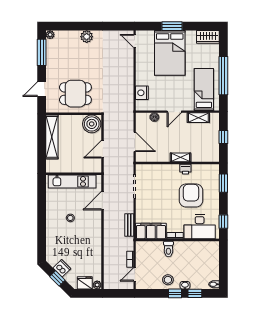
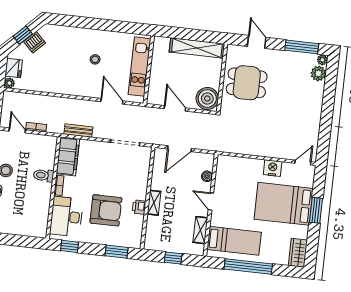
plant: (87, 37) -> (318, 73), moved
nightstand: (142, 93) -> (273, 168), moved
dining table: (75, 94) -> (247, 83), turned 90

